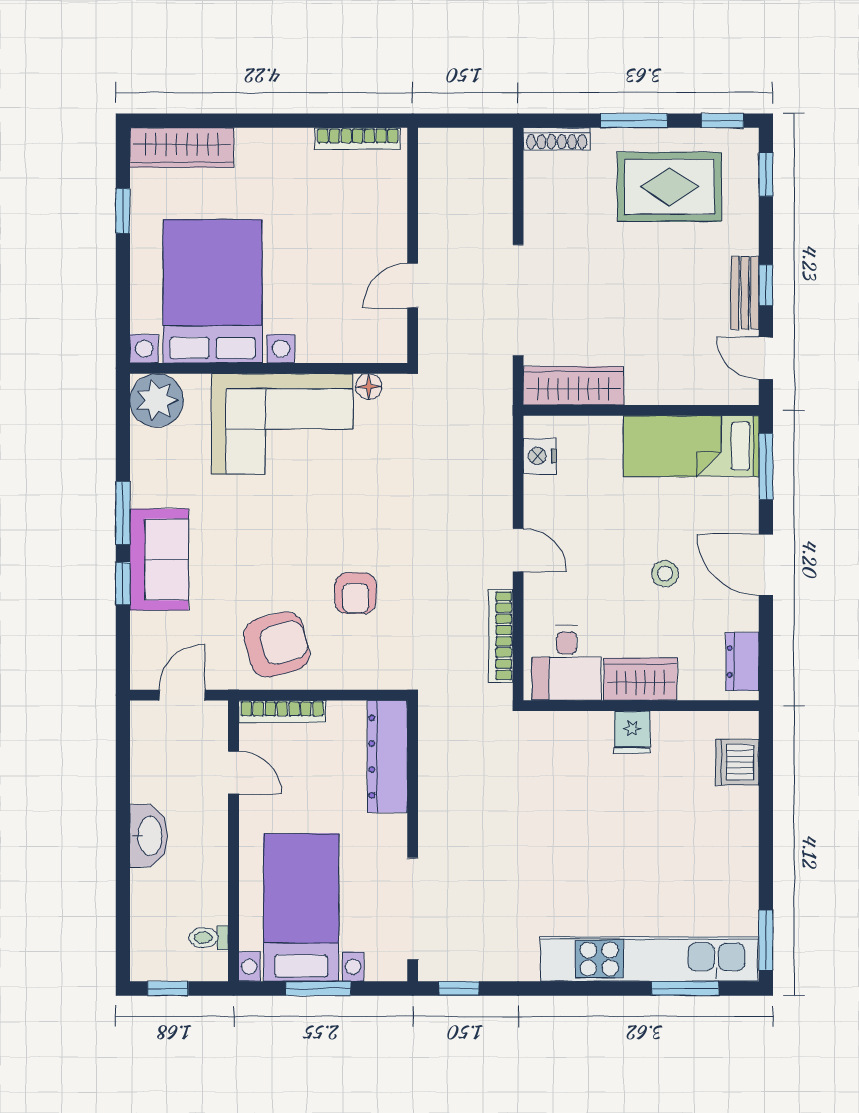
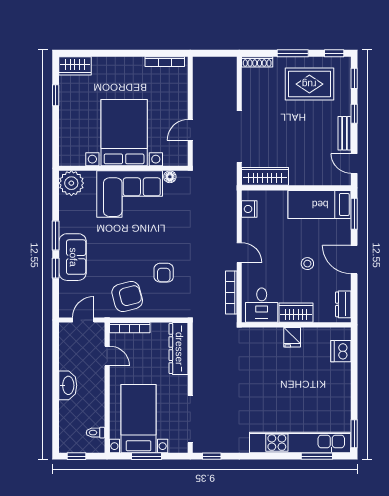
wardrobe: (182, 148) -> (75, 66), width x0.67
window: (766, 285) -> (354, 114), moved
bed with nightstands: (213, 291) -> (124, 133), moved

